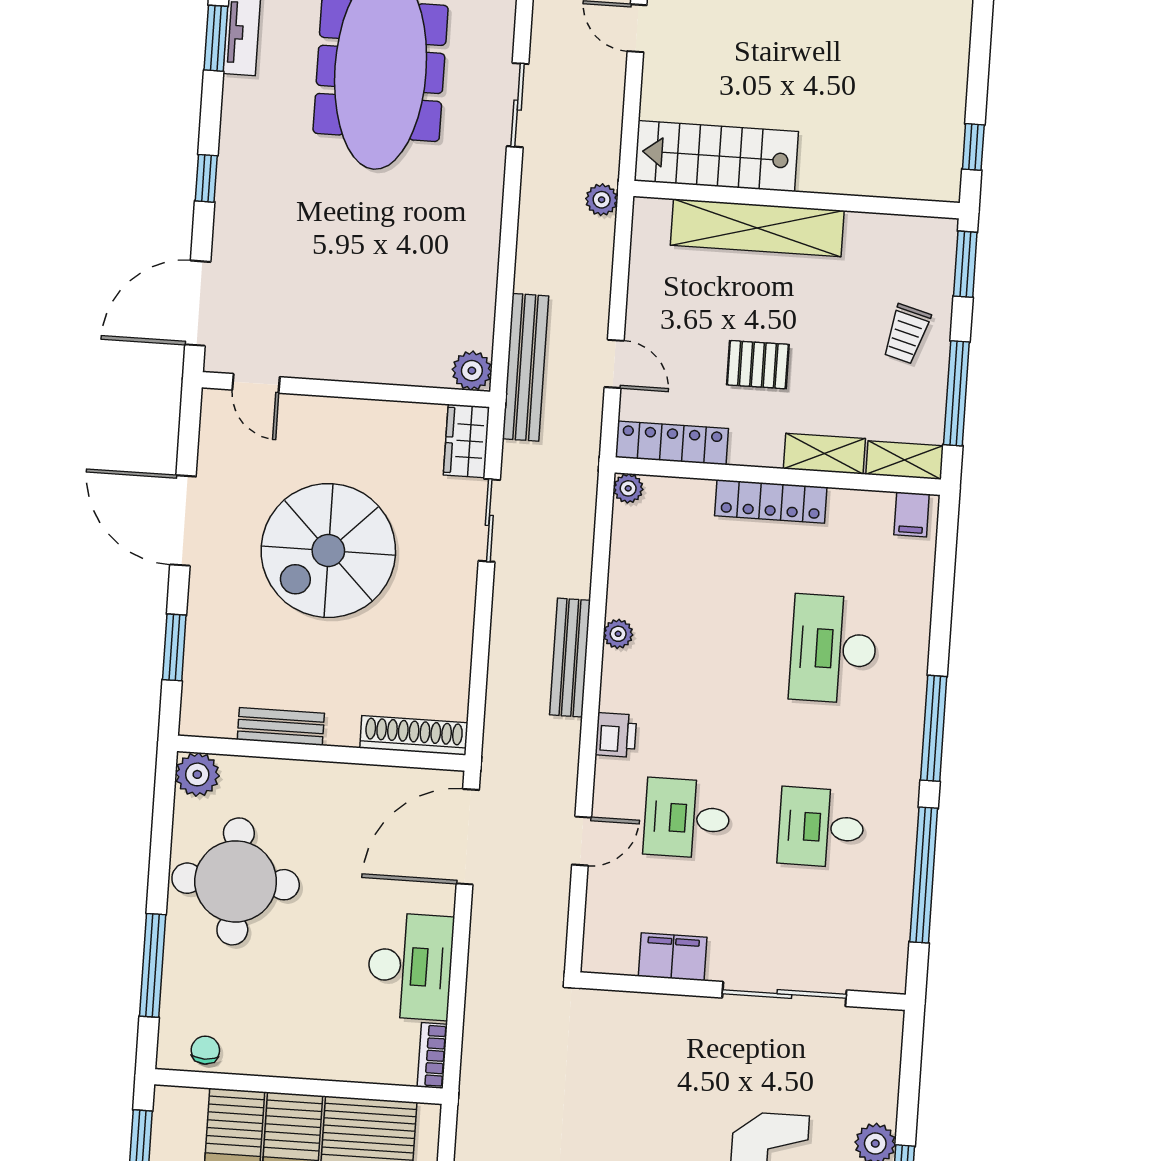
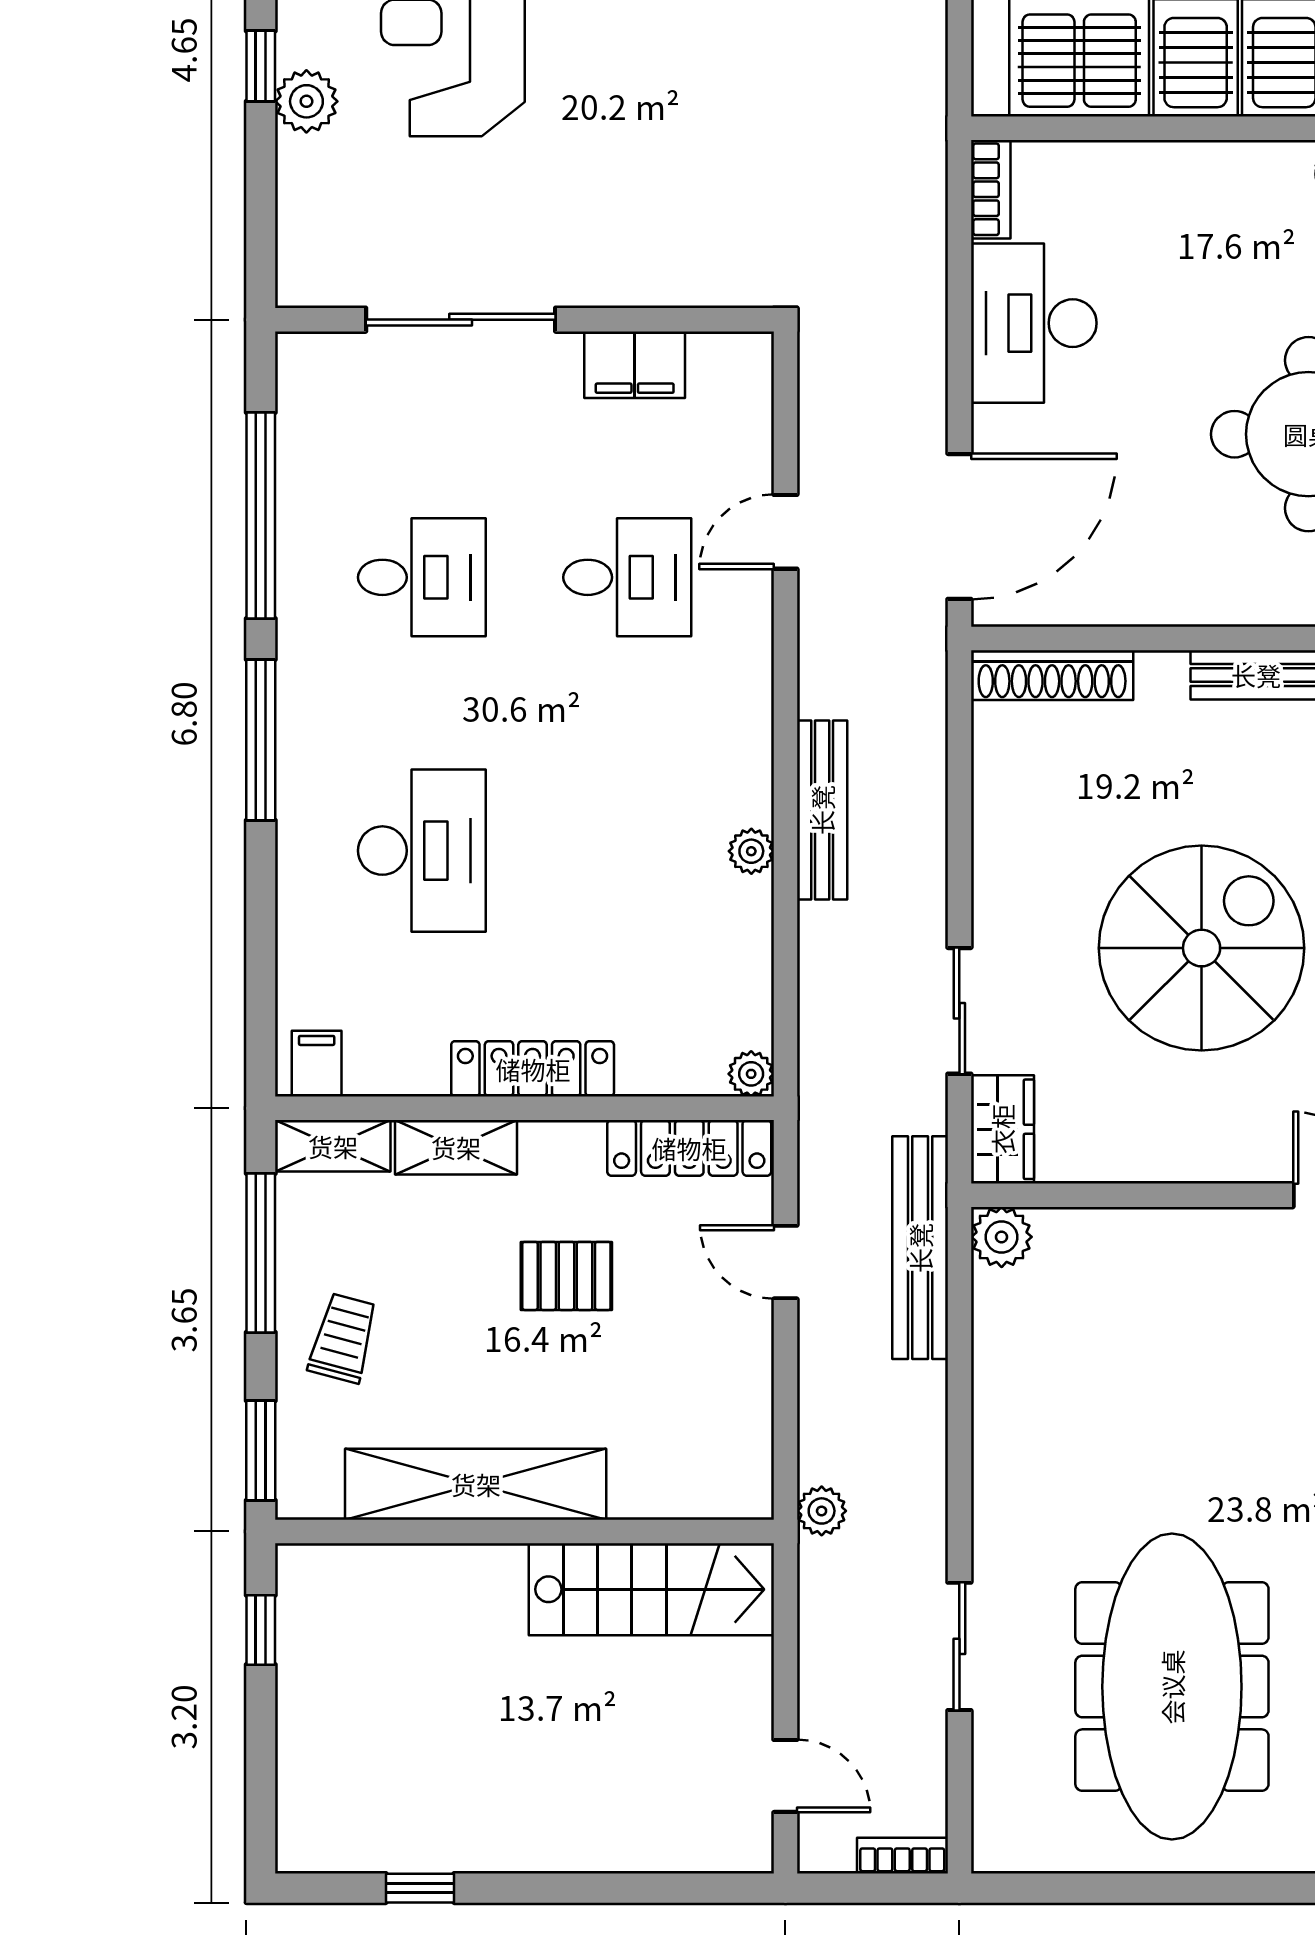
shelving: (757, 228) -> (476, 1484), moved
printer: (616, 735) -> (744, 697), removed

